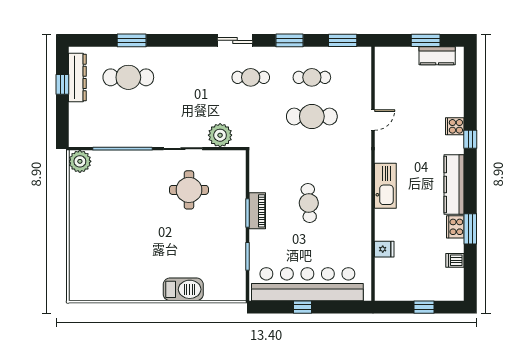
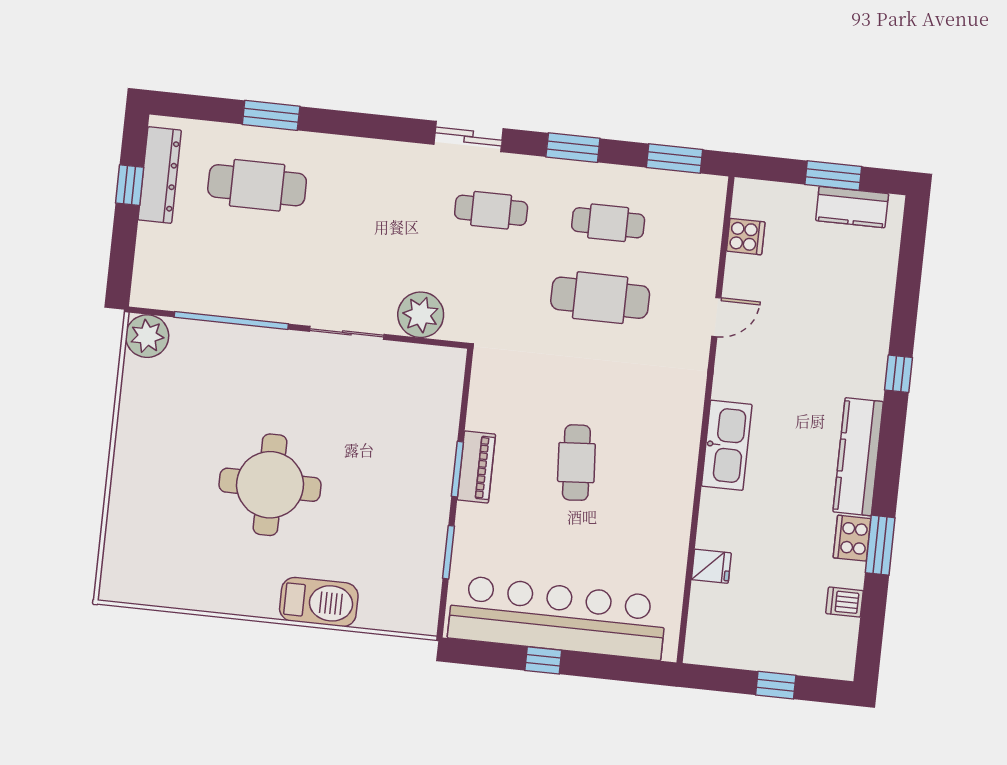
cooker: (455, 126) -> (746, 237), moved, turned 180
round table: (189, 190) -> (270, 485), moved, width x1.36, depth x1.36

